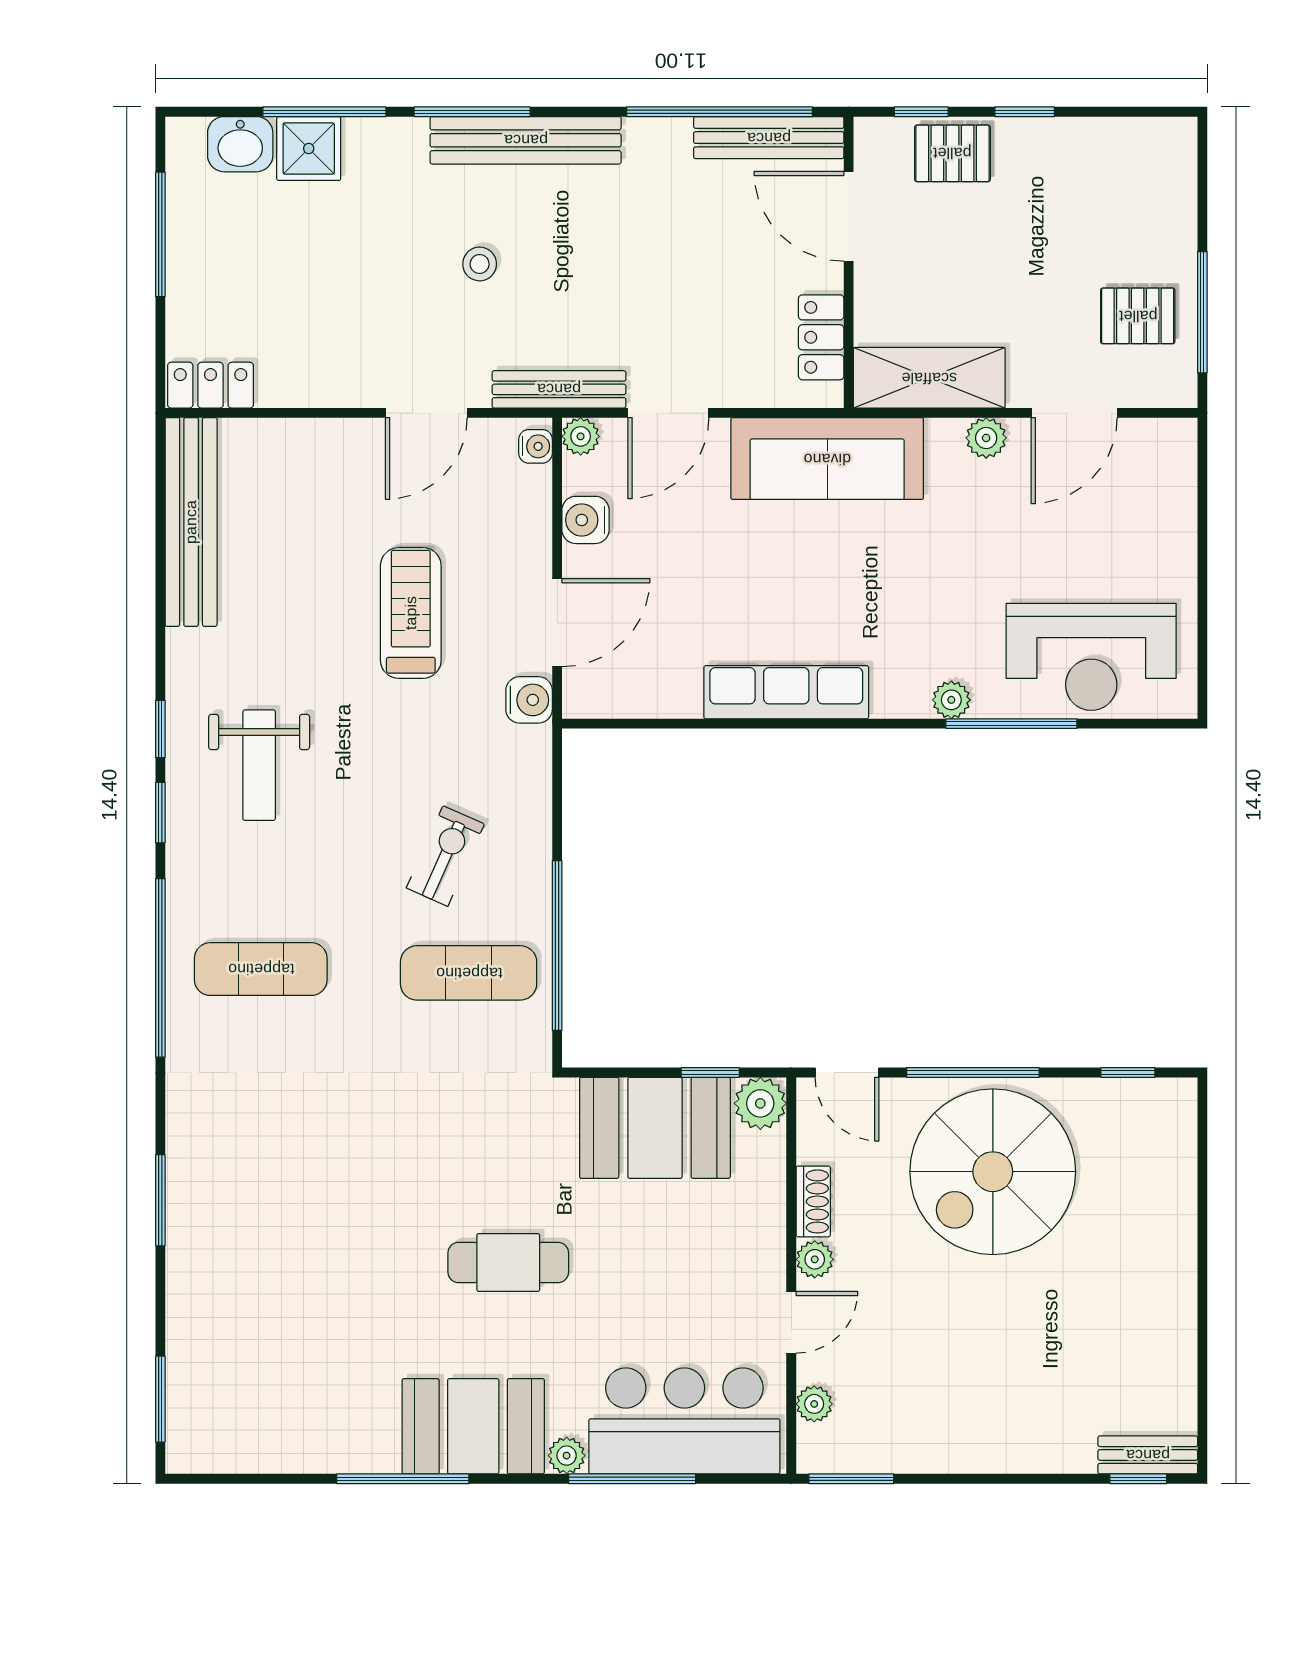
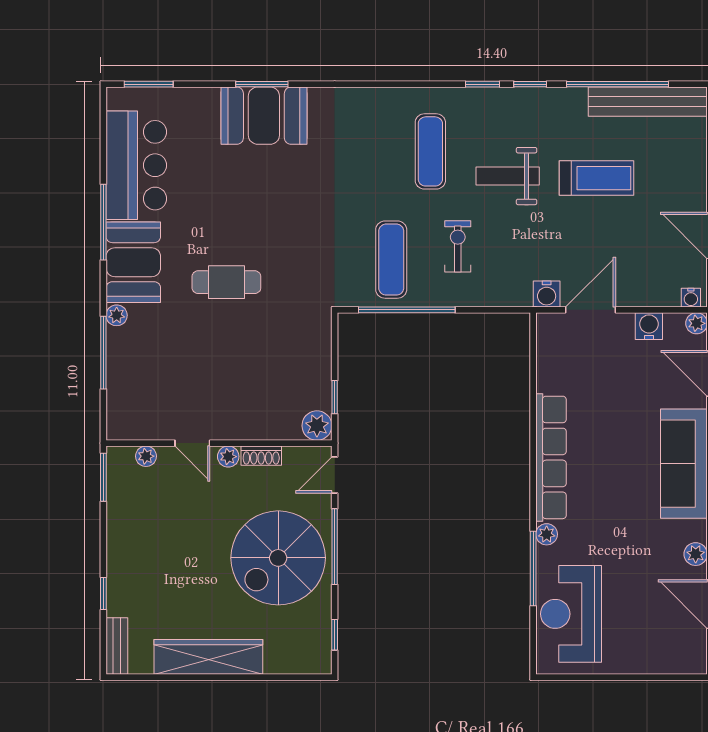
treadmill: (411, 613) -> (596, 178), moved
door: (557, 623) -> (591, 310), swing flipped
row of seats: (786, 692) -> (551, 457), width x1.36
weight bench: (259, 765) -> (508, 176), moved
exercise bike: (445, 856) -> (458, 246), turned -114
window: (160, 968) -> (618, 84), moved
exercise mat: (261, 969) -> (430, 151), moved
booth: (655, 1128) -> (264, 116), moved, turned 90
spiral stairs: (993, 1172) -> (278, 558), turned -90
cafe table: (508, 1263) -> (226, 282), turned 90
wardrobe: (1167, 1294) -> (208, 657), added
bar counter: (684, 1421) -> (136, 165), moved
window: (1138, 1479) -> (103, 593), moved

